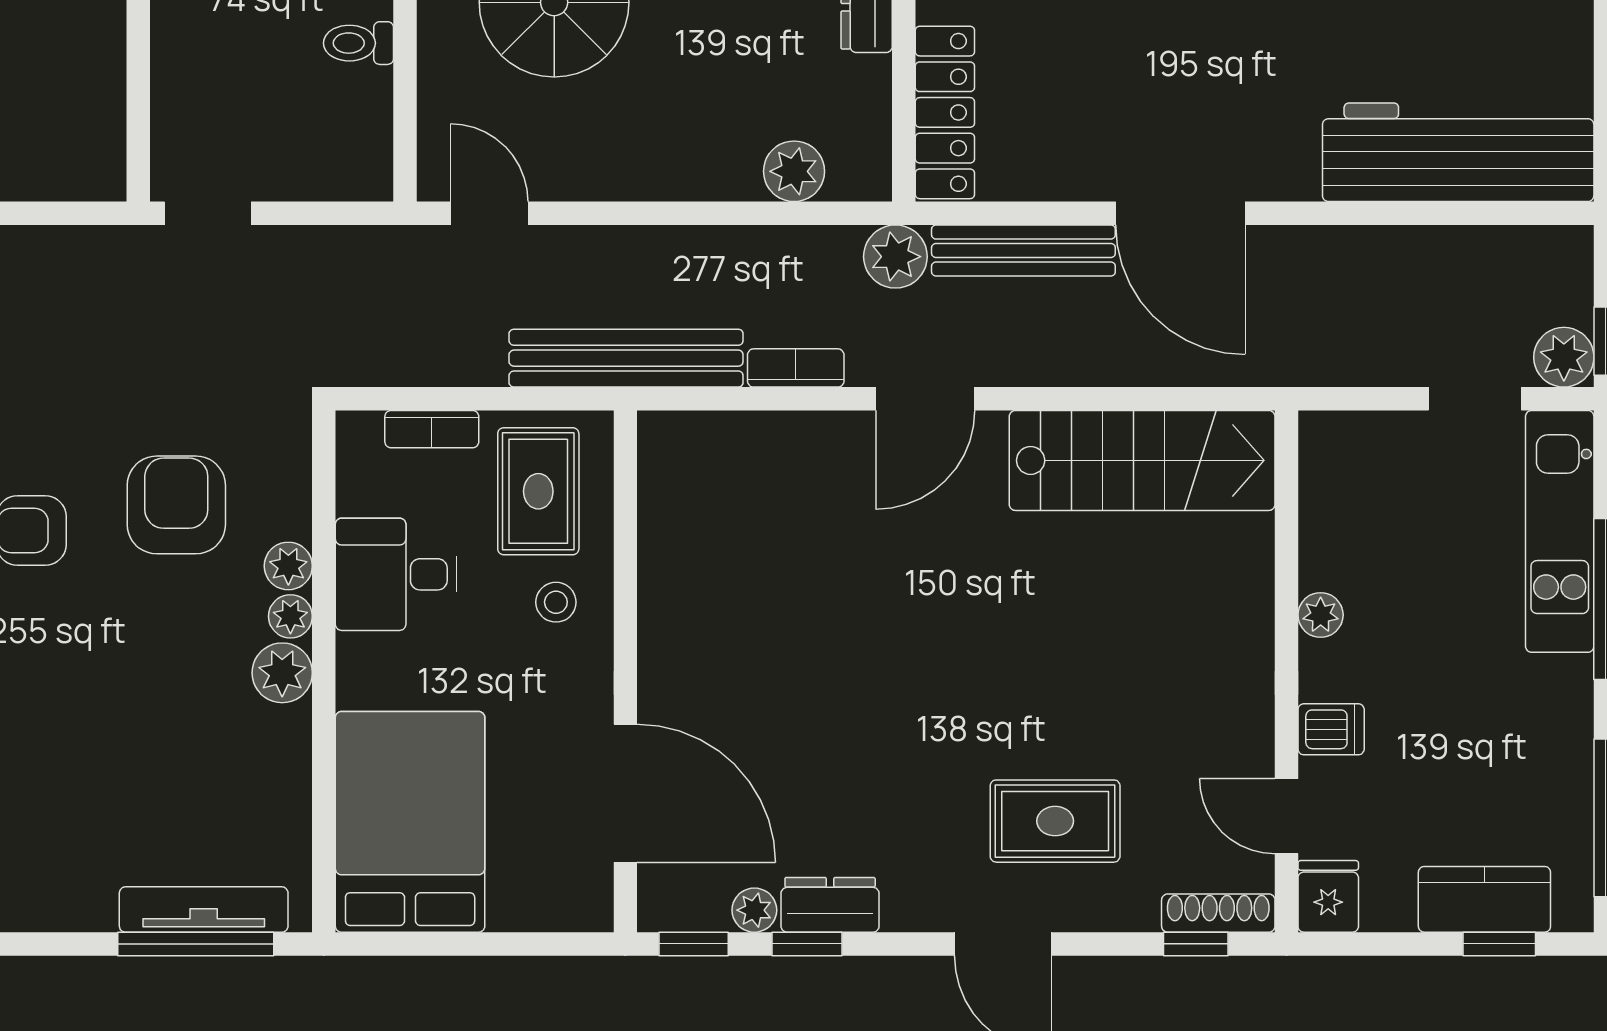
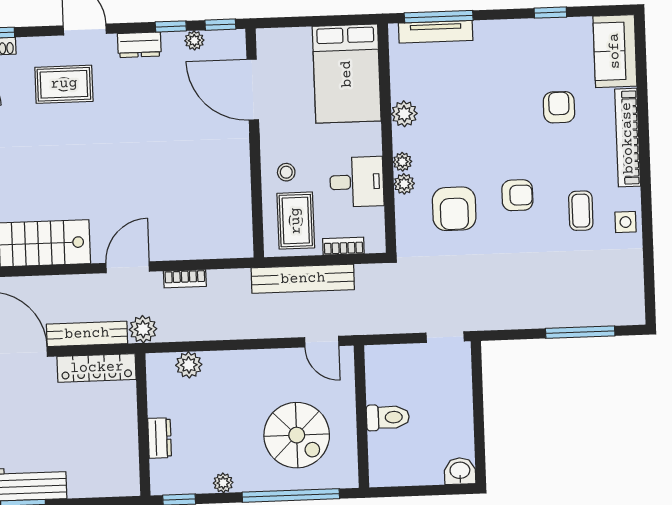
toilet: (358, 43) -> (388, 417), width x1.37, depth x1.39
locker: (945, 112) -> (97, 368), moved, turned -90
bench: (626, 358) -> (303, 279), moved
plant: (282, 673) -> (404, 114), moved
dresser: (830, 905) -> (139, 45), moved

